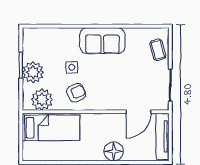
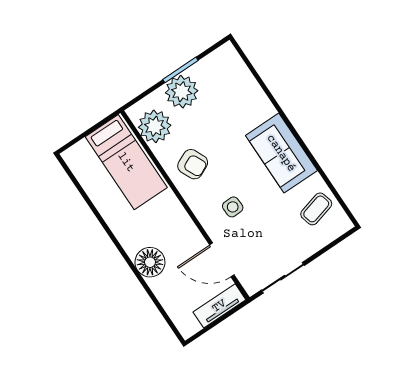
coffee table: (158, 50) -> (316, 209), moved
side table: (72, 67) -> (233, 207), moved
tv unit: (162, 136) -> (219, 306), width x0.71

